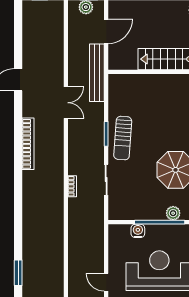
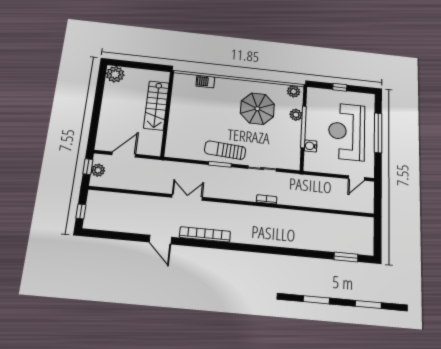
door: (106, 31) -> (124, 155), hinge flipped
bench: (97, 73) -> (162, 167), removed
sun lounger: (123, 138) -> (225, 150), turned 180
bookcase: (28, 144) -> (205, 234), moved

